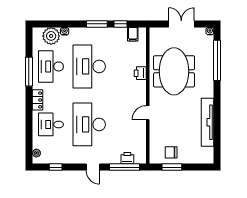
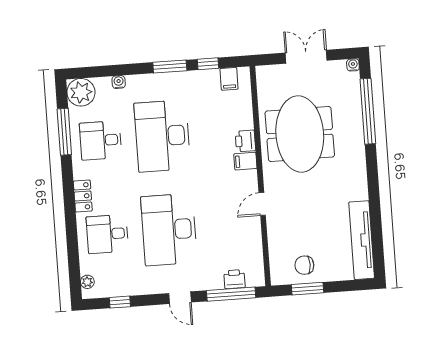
plant: (51, 36) -> (81, 92), moved
desk: (51, 66) -> (101, 140), width x0.73
window: (29, 72) -> (64, 132), moved
filing cabinet: (139, 86) -> (245, 161), added
tv unit: (207, 122) -> (362, 240), moved

